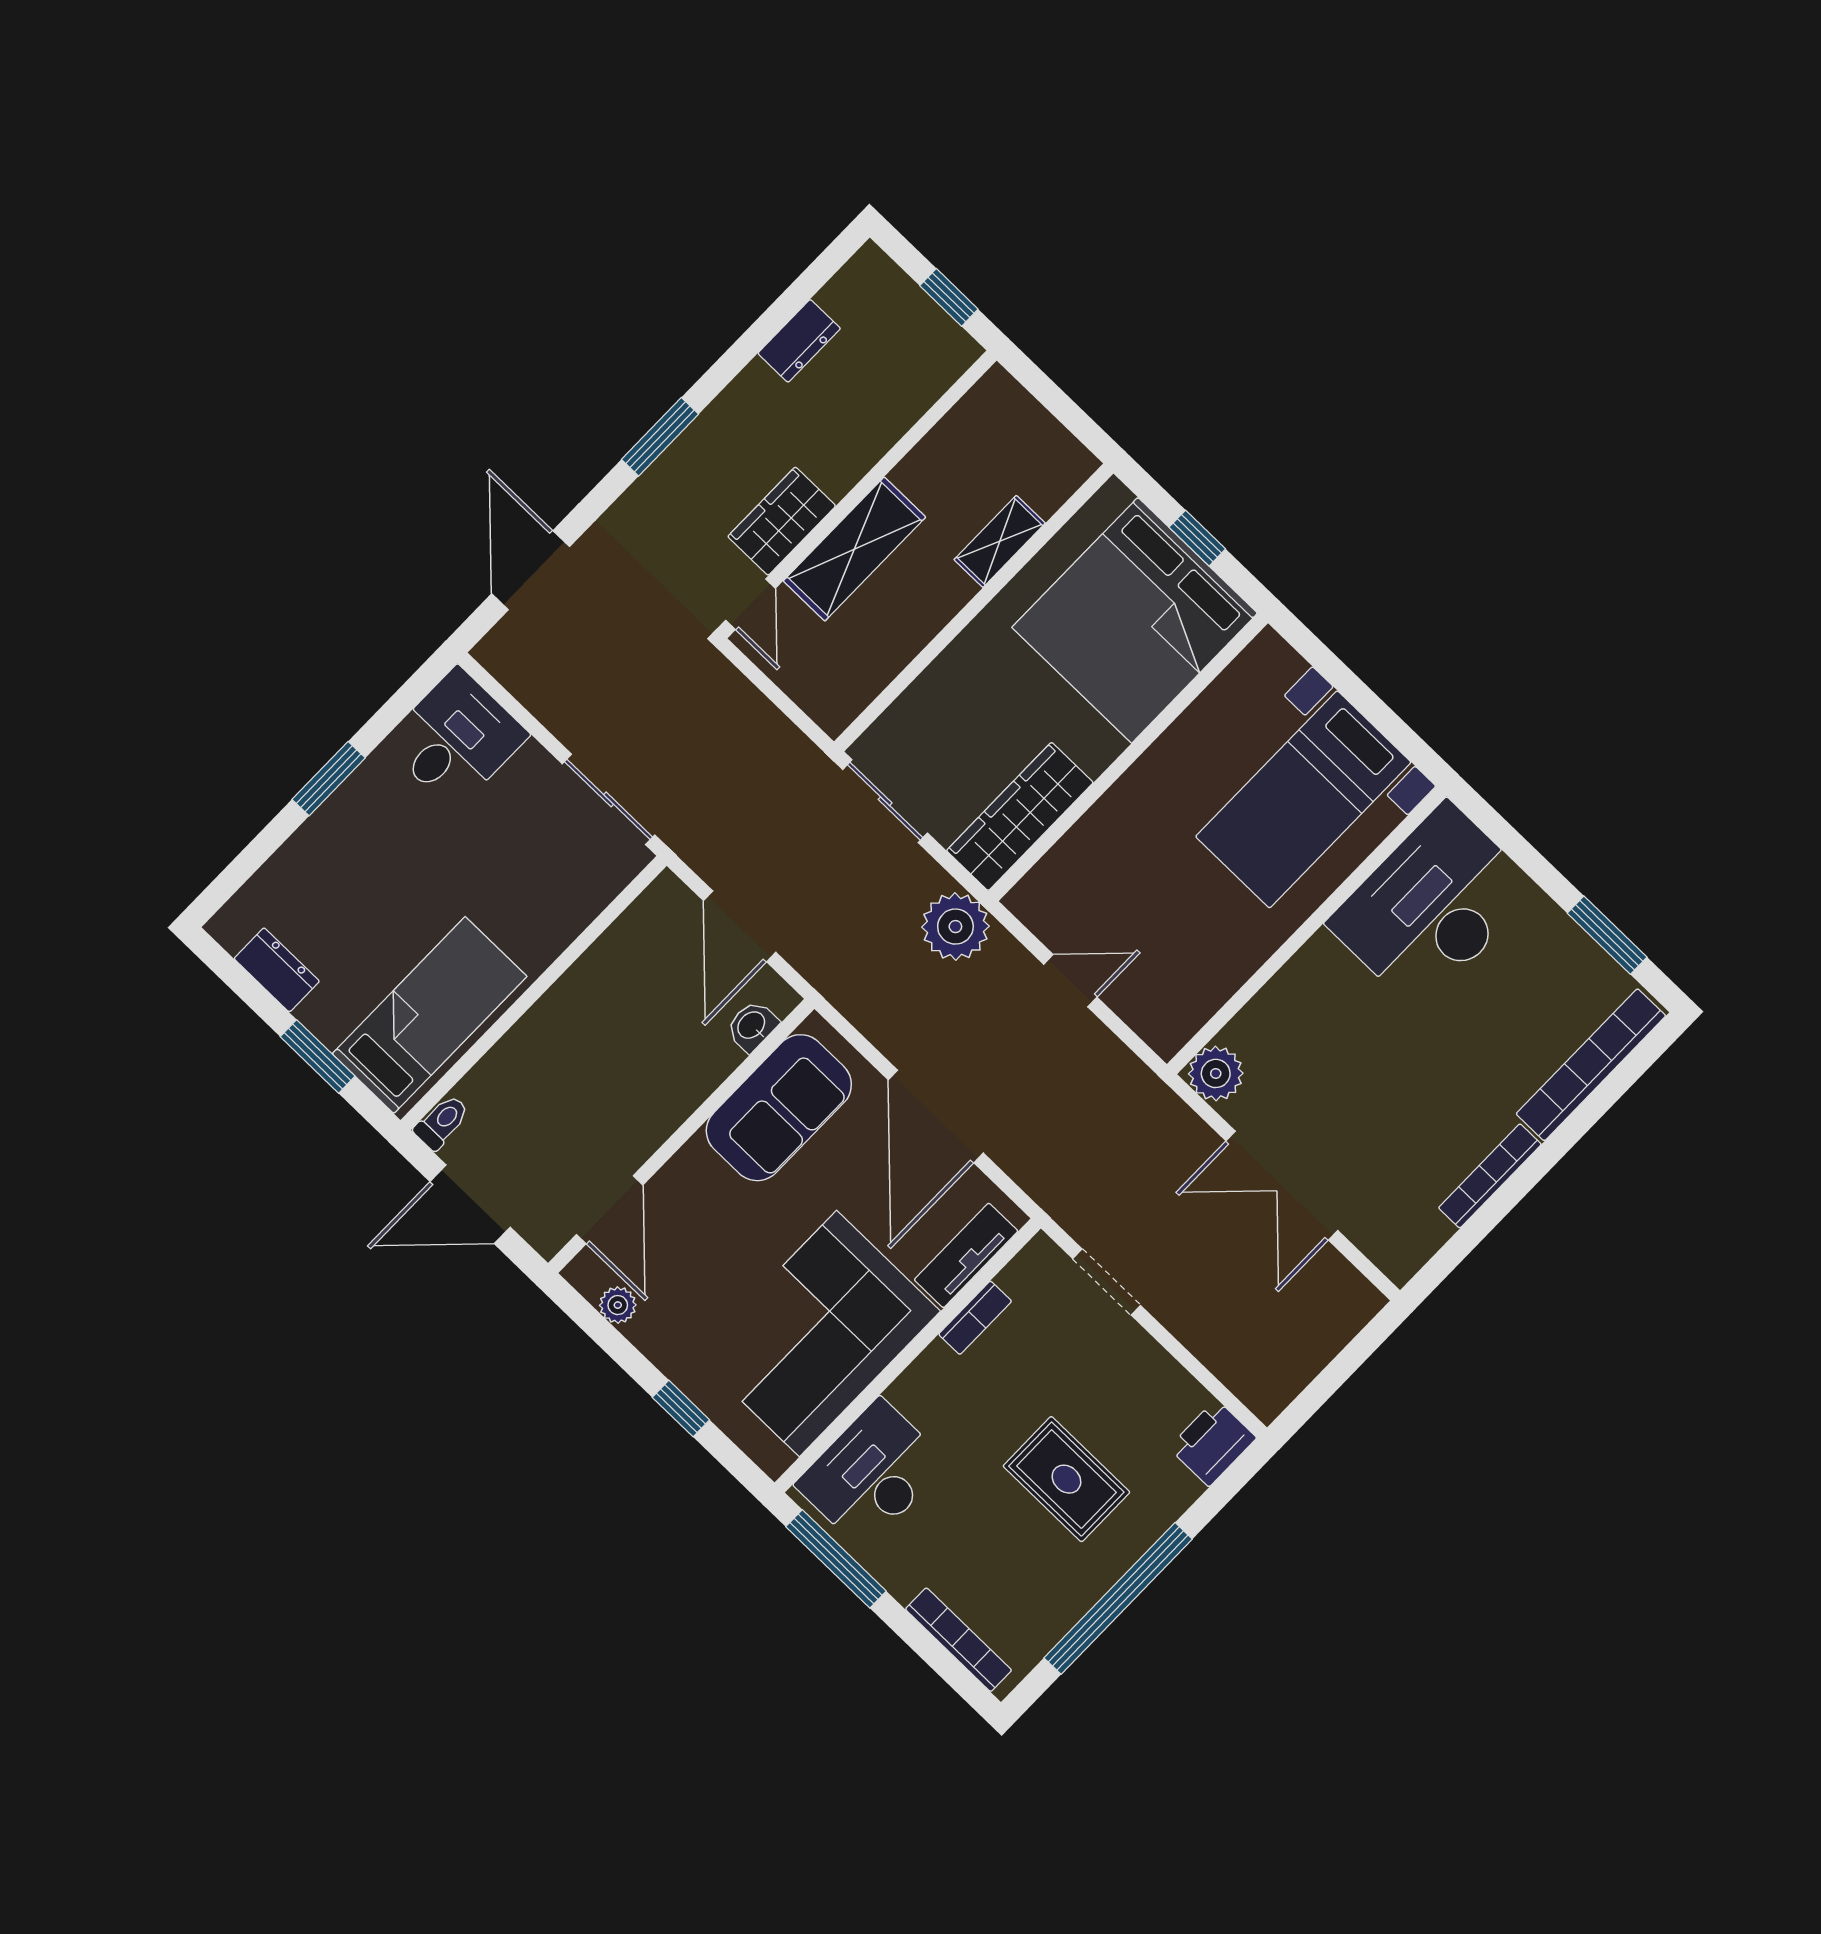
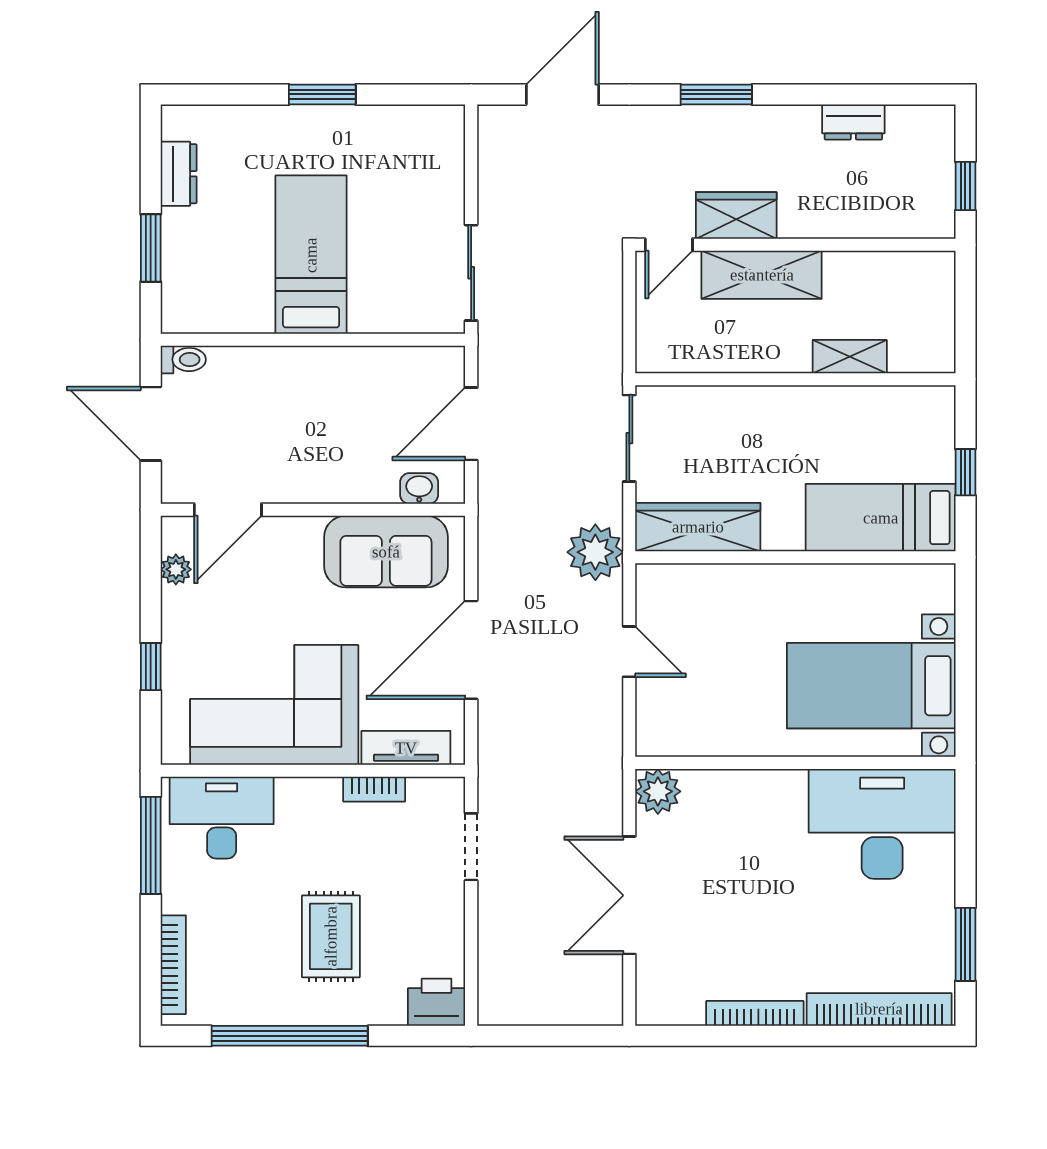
bed: (1135, 620) -> (881, 518), width x0.49
desk: (456, 739) -> (419, 147), removed
bed: (430, 1015) -> (311, 255), moved, turned -90

